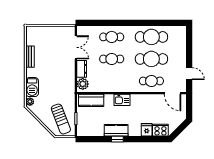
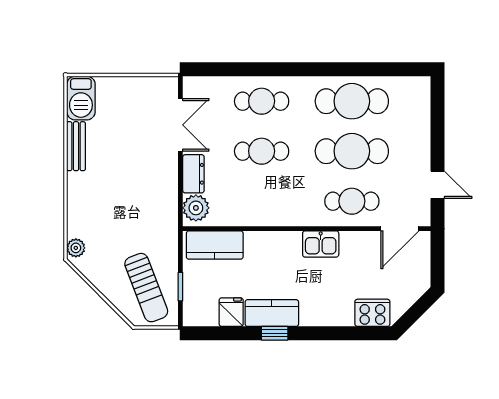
barbecue: (32, 87) -> (81, 98), moved
door: (173, 93) -> (400, 229), hinge flipped
kitchen sink: (122, 100) -> (321, 244), moved
fridge: (147, 130) -> (231, 312), moved

